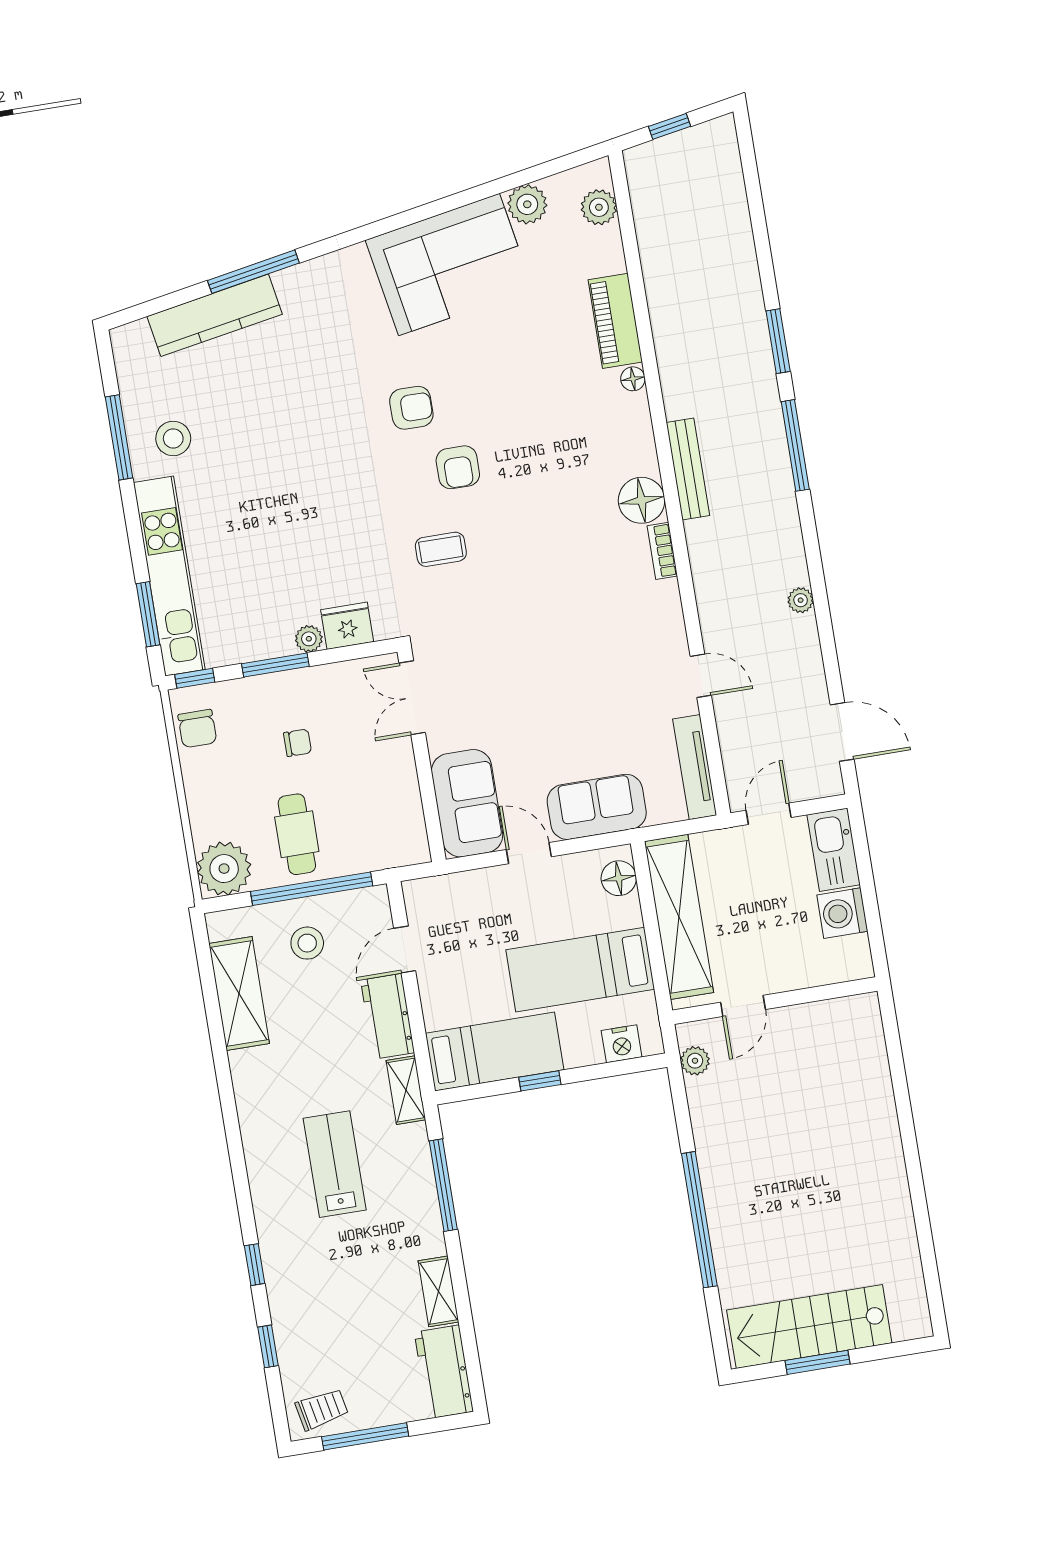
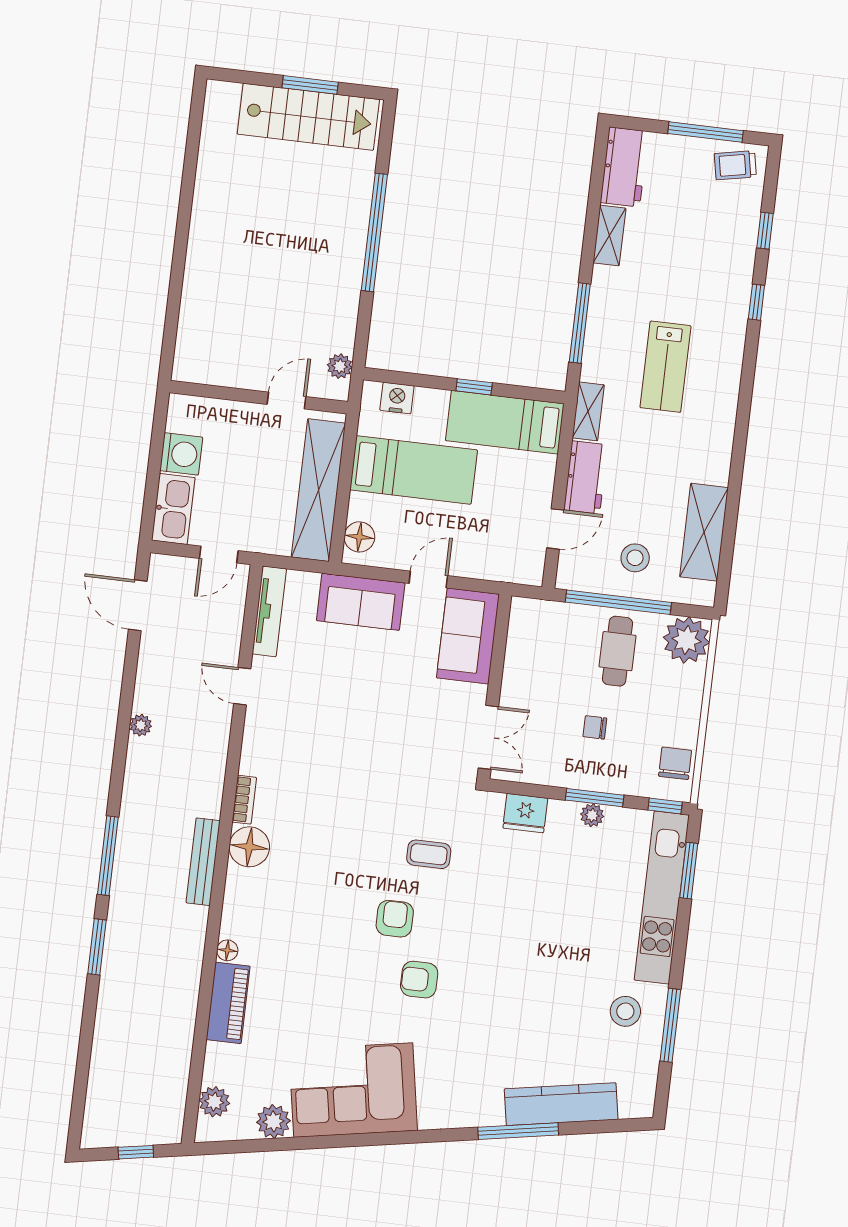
plant: (309, 639) -> (592, 815), moved
door: (529, 853) -> (428, 580), swing flipped

